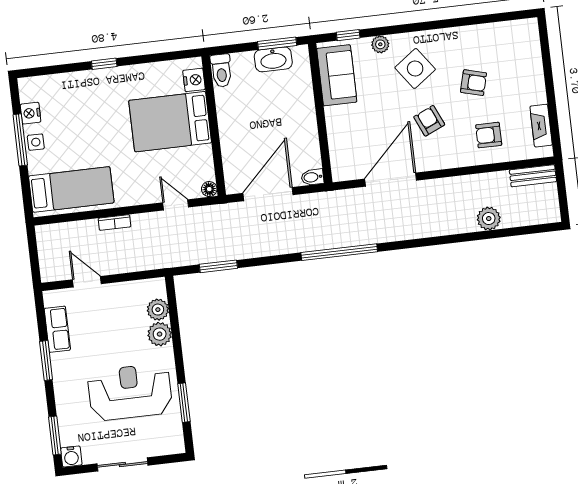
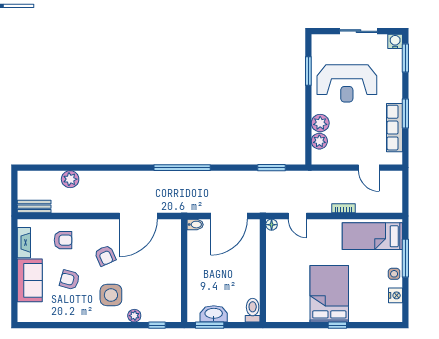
side table: (415, 68) -> (111, 295), turned 36
sofa: (337, 75) -> (30, 280), moved, turned 180
nightstand: (194, 80) -> (273, 306), removed
bed: (170, 122) -> (329, 294), moved, turned -90
window: (20, 140) -> (405, 258), moved
row of seats: (57, 329) -> (394, 128), width x1.48

